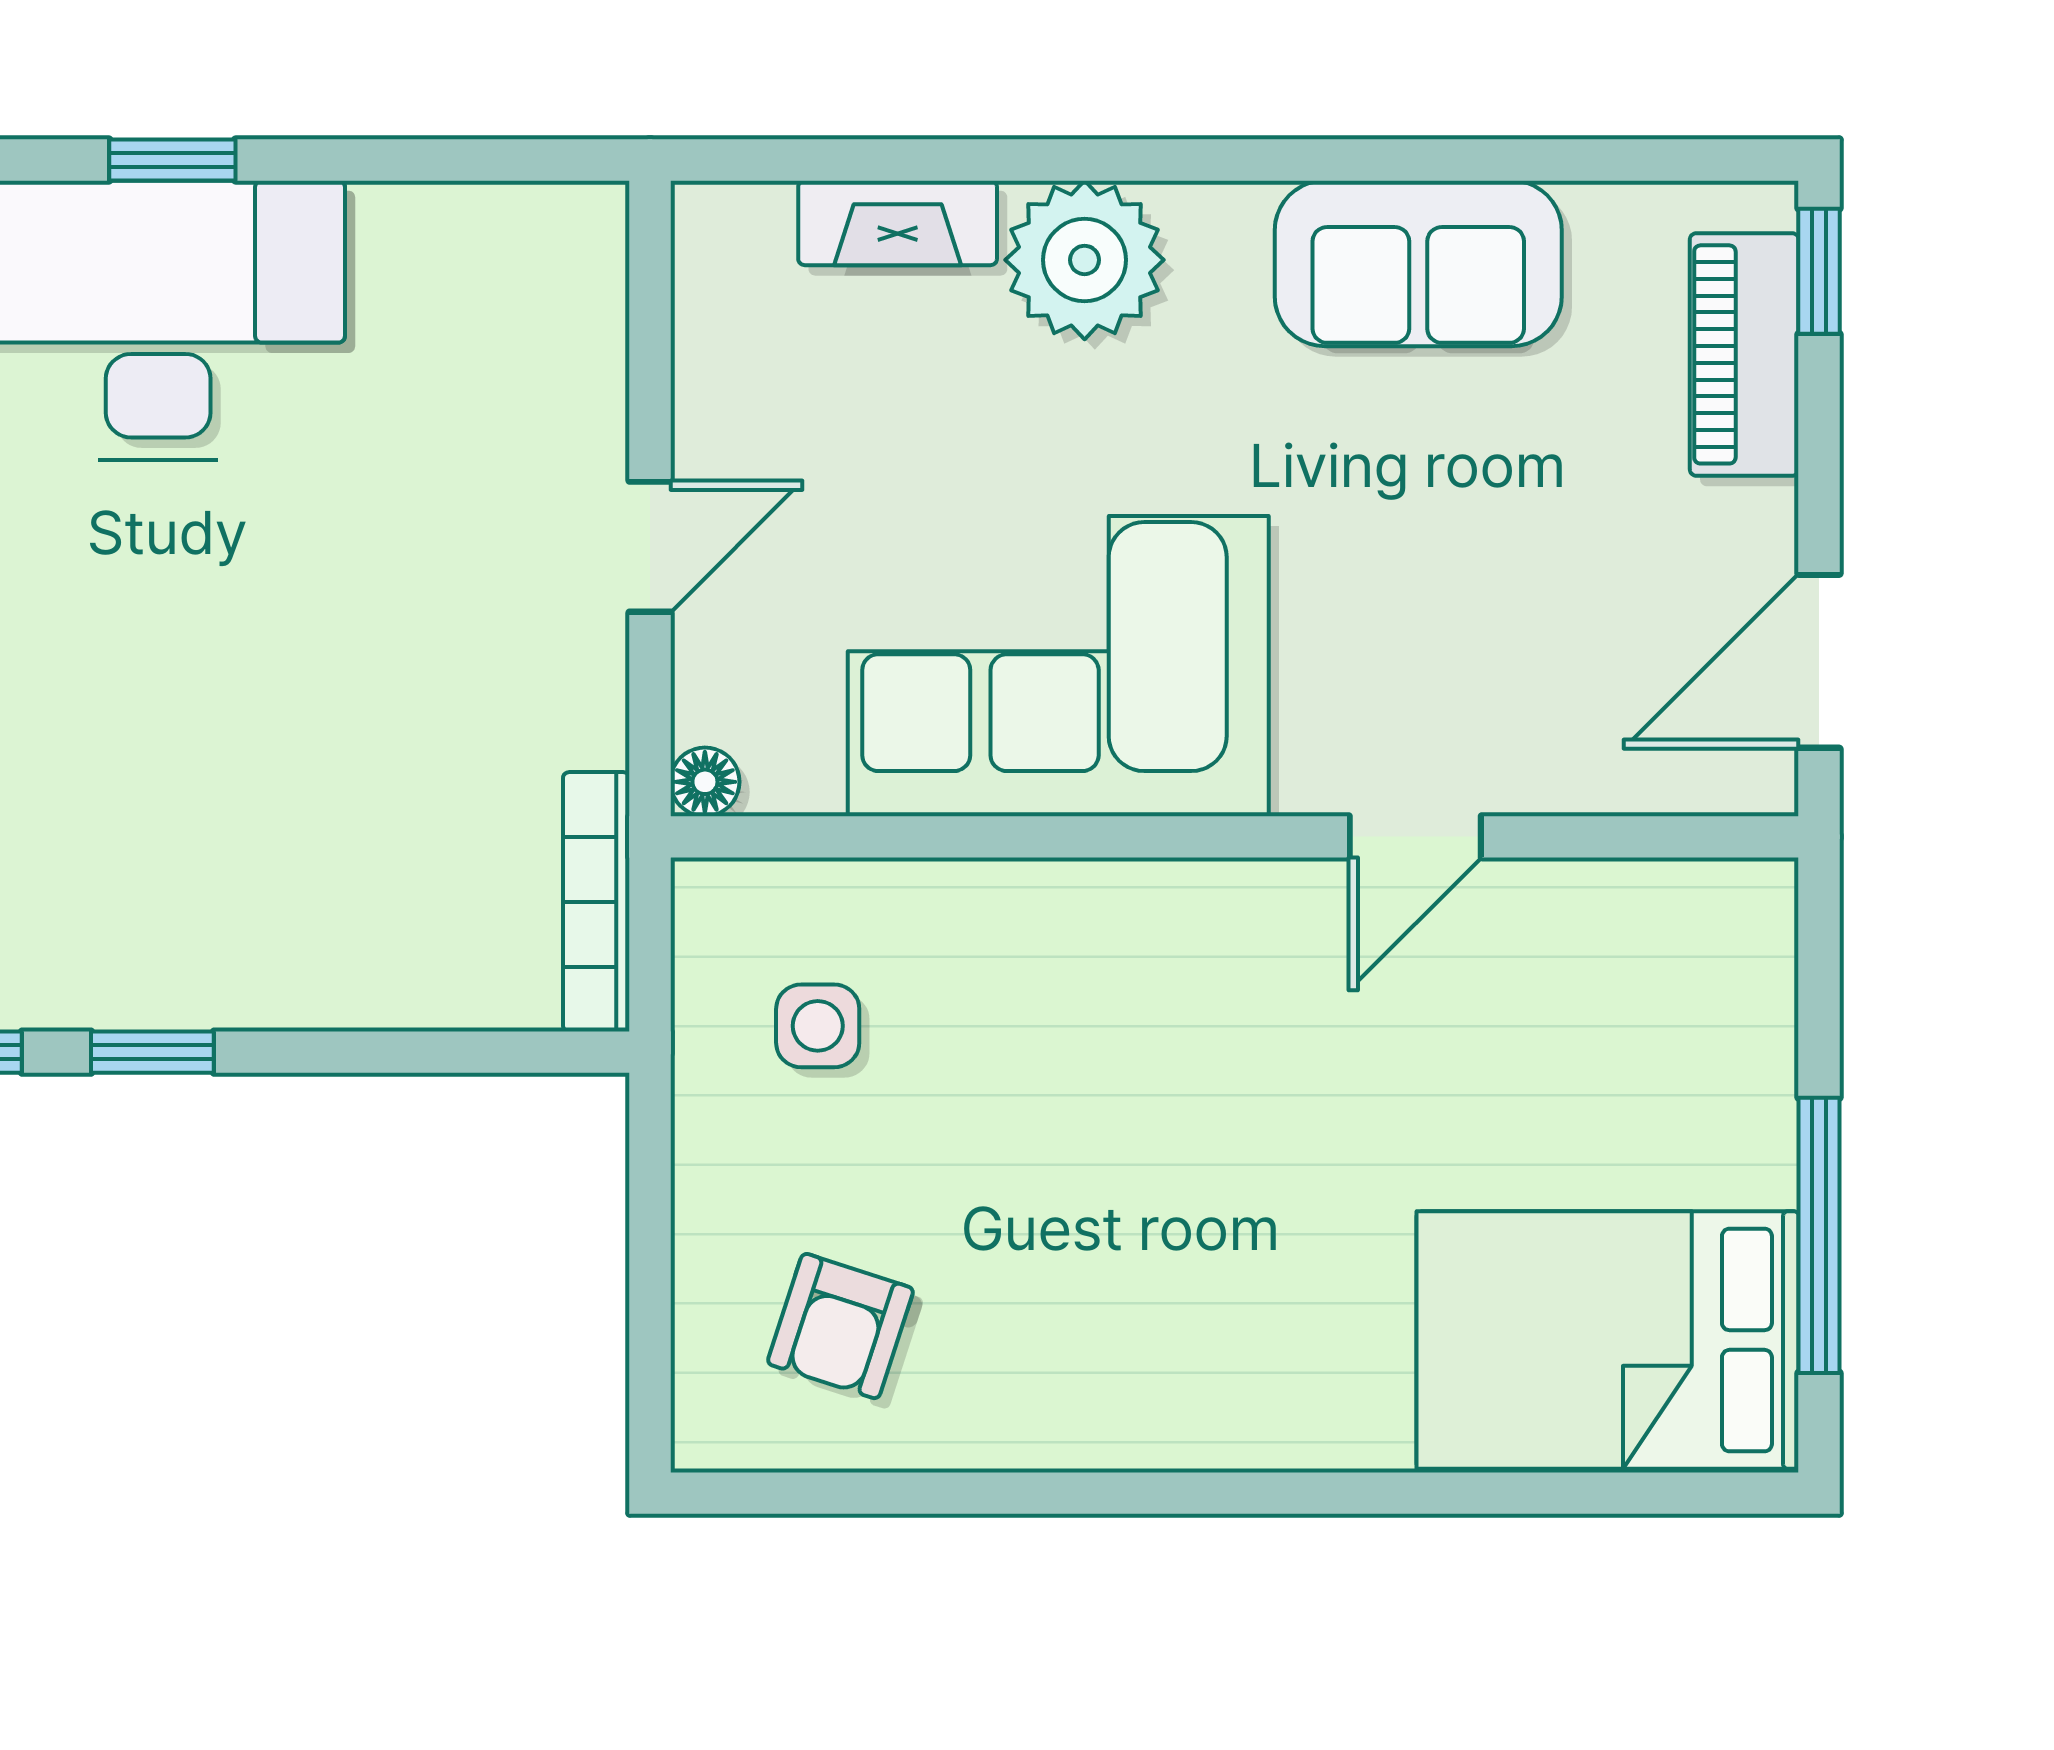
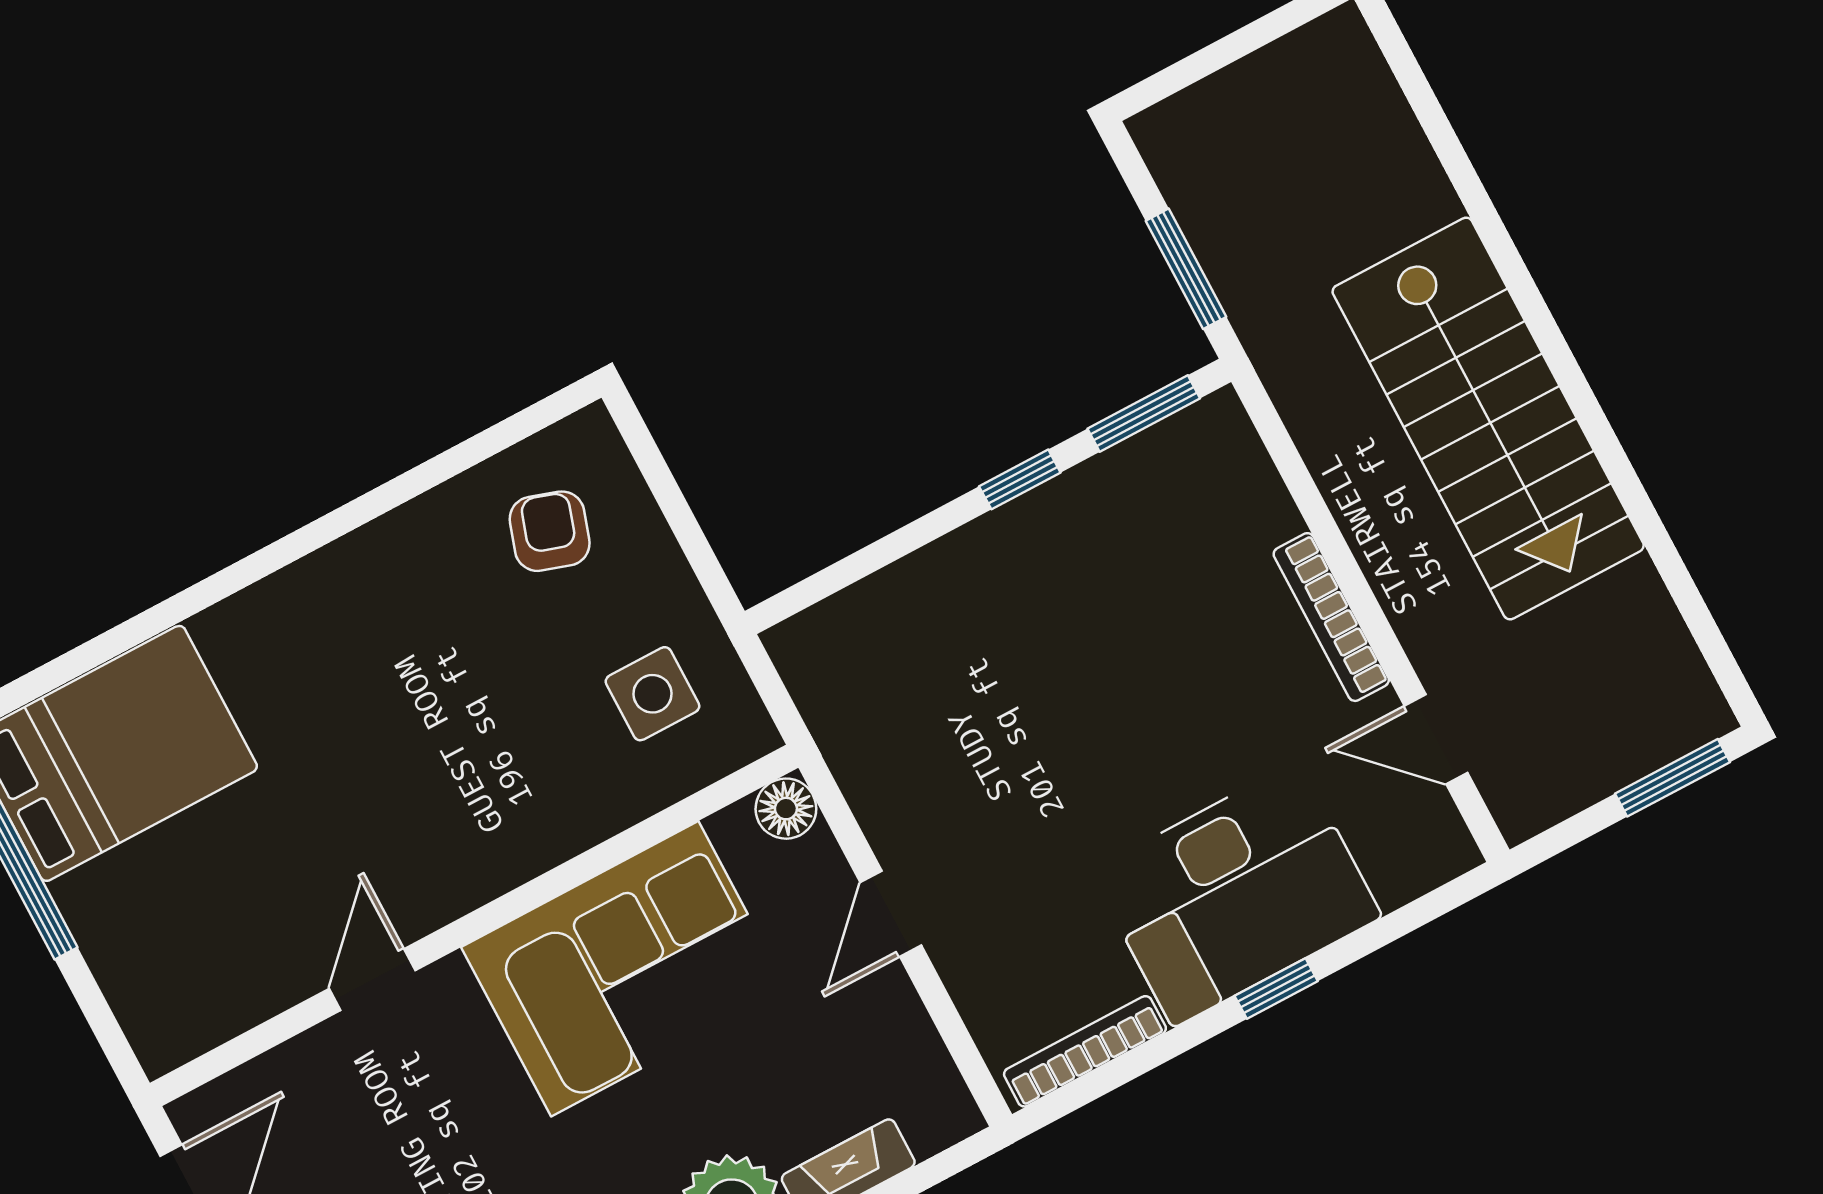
floor lamp: (705, 782) -> (786, 809), width x1.37, depth x1.37
bookcase: (596, 902) -> (1085, 1051), moved, turned -90
side table: (818, 1026) -> (652, 694), width x1.37, depth x1.37

